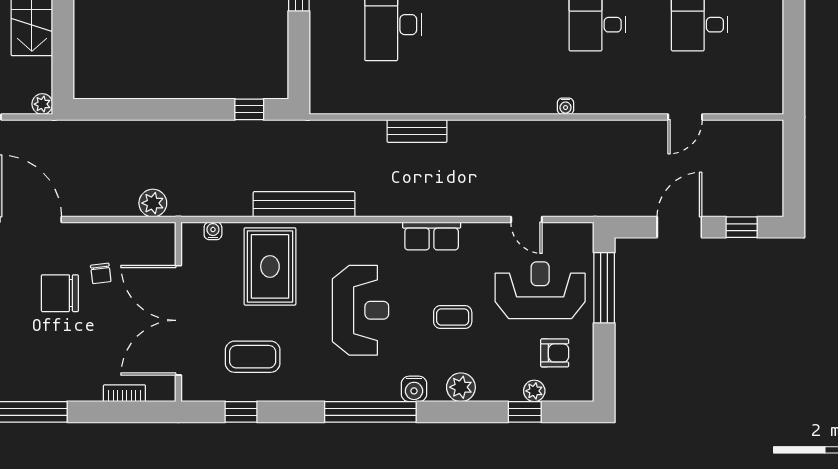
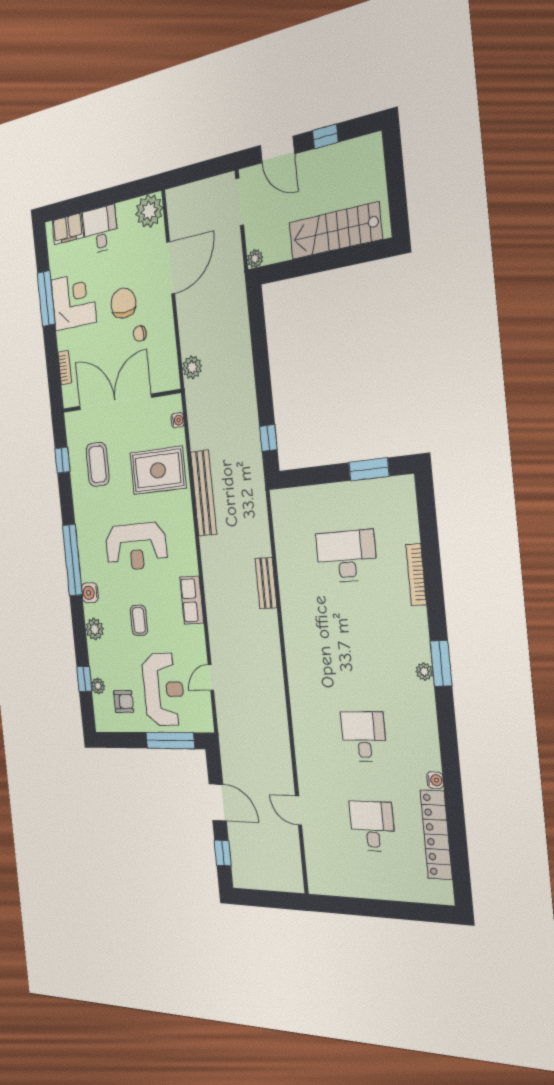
water cooler: (566, 106) -> (297, 709), removed
armchair: (555, 353) -> (124, 702), turned -90
corner desk: (44, 369) -> (73, 301), added

